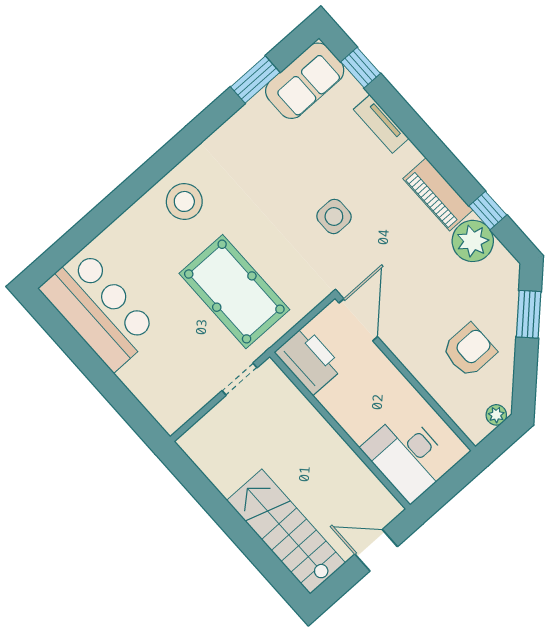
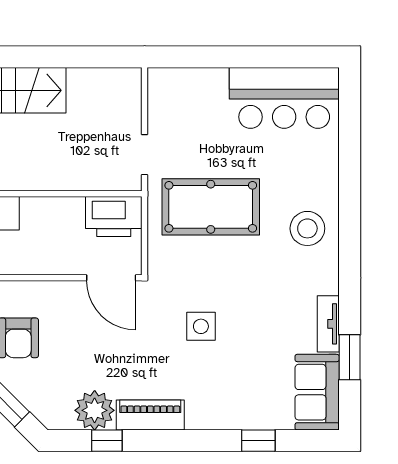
window: (361, 68) -> (258, 441), moved
tv unit: (381, 124) -> (328, 324), moved, turned -90

